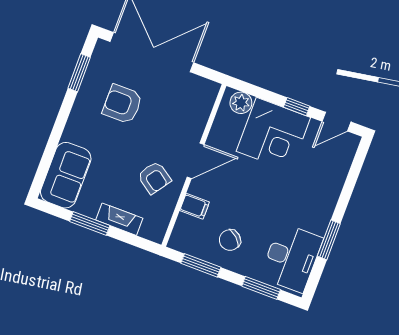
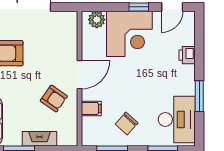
printer: (333, 186) -> (187, 55), added

